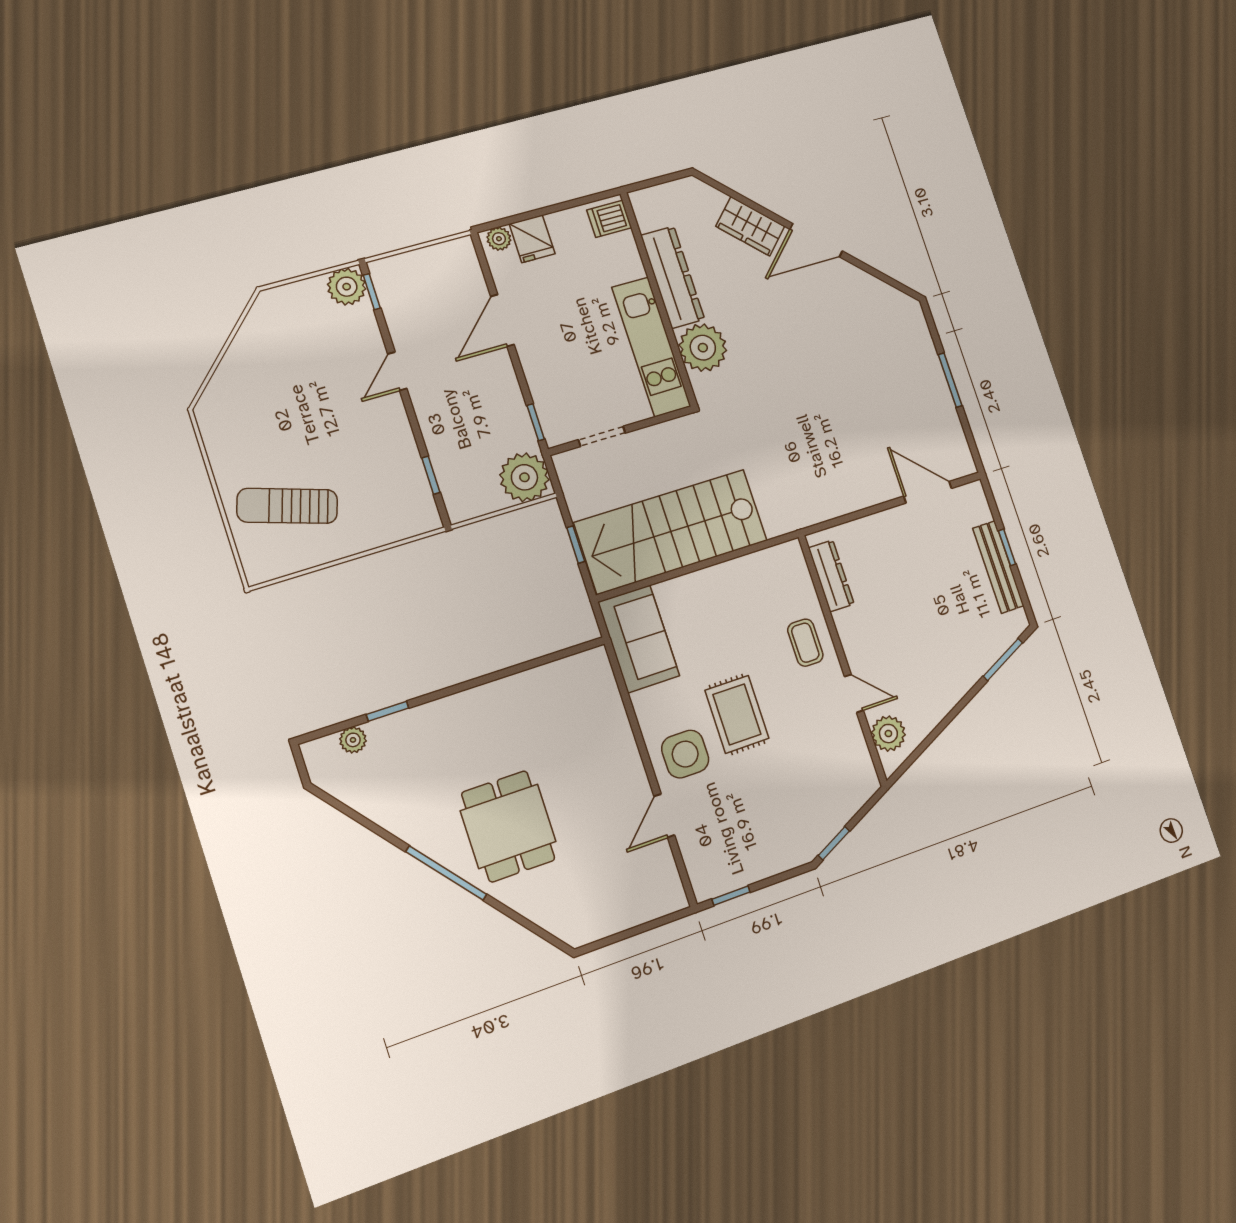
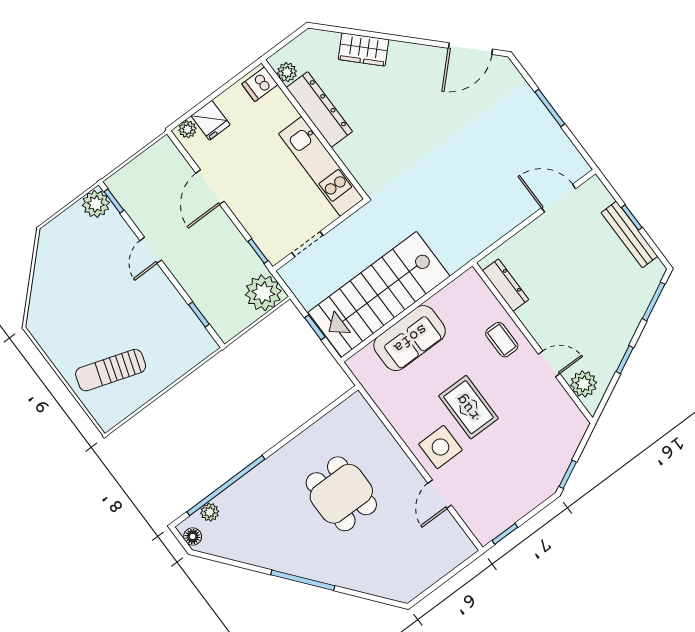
door: (816, 240) -> (470, 49), moved
plant: (703, 348) -> (287, 72), moved, width x0.53, depth x0.53
sofa: (639, 639) -> (410, 338), moved, turned 90
window: (387, 711) -> (226, 485), width x3.17
window: (947, 720) -> (625, 360), added
floor lamp: (318, 765) -> (193, 537), added
dining table: (508, 826) -> (341, 494), moved

